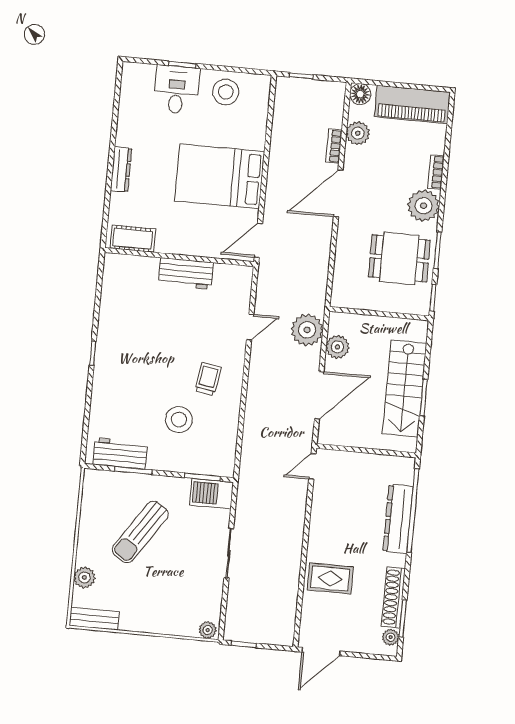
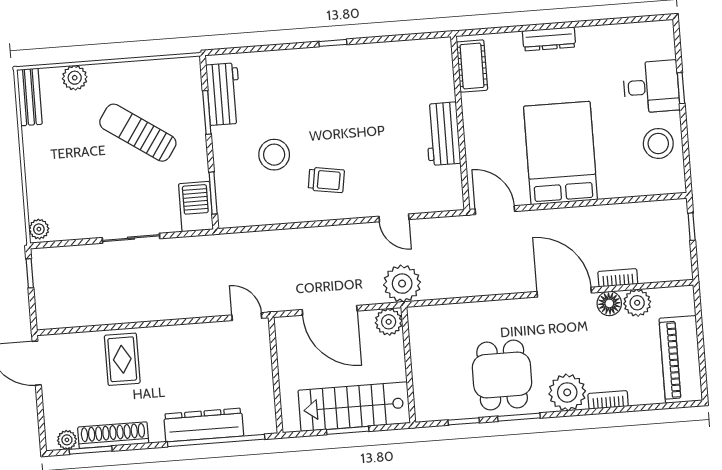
floor lamp: (360, 94) -> (609, 303), moved
wall: (379, 314) -> (408, 365), moved

